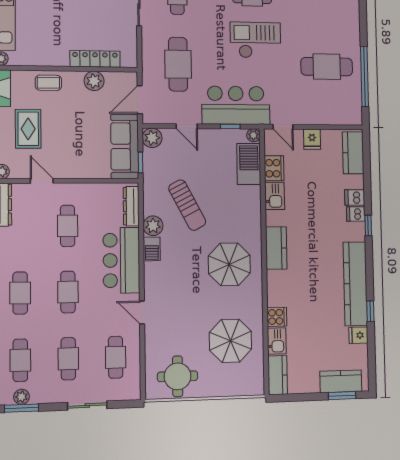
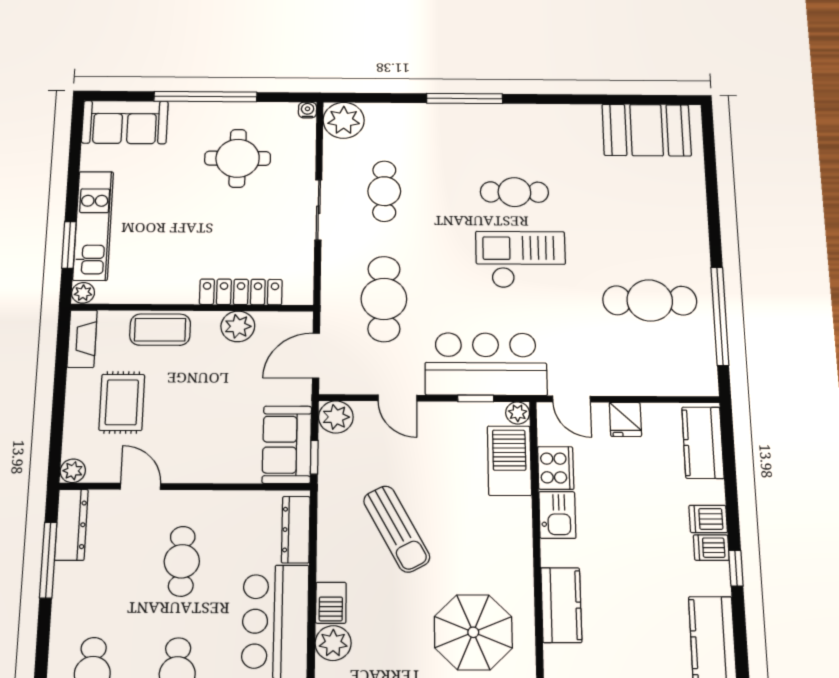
coffee table: (48, 83) -> (160, 330), width x1.36, depth x1.30
sofa: (125, 146) -> (287, 445), width x0.73
plant: (153, 226) -> (333, 643), moved

